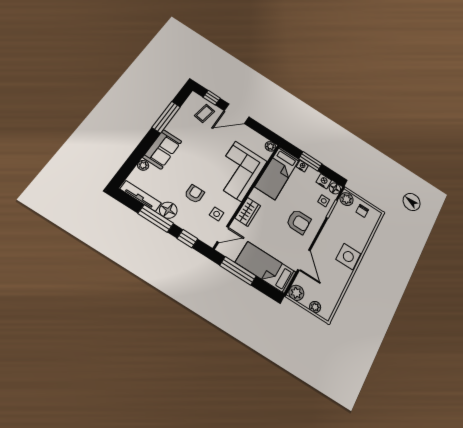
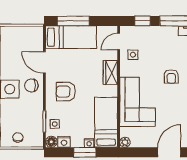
armchair: (194, 194) -> (171, 76), moved
plant: (346, 199) -> (37, 139), removed
floor lamp: (168, 210) -> (170, 33), removed
chair: (327, 247) -> (31, 86), added
window: (238, 271) -> (73, 21), moved
plant: (296, 293) -> (36, 33), removed
plant: (315, 307) -> (16, 31), removed

